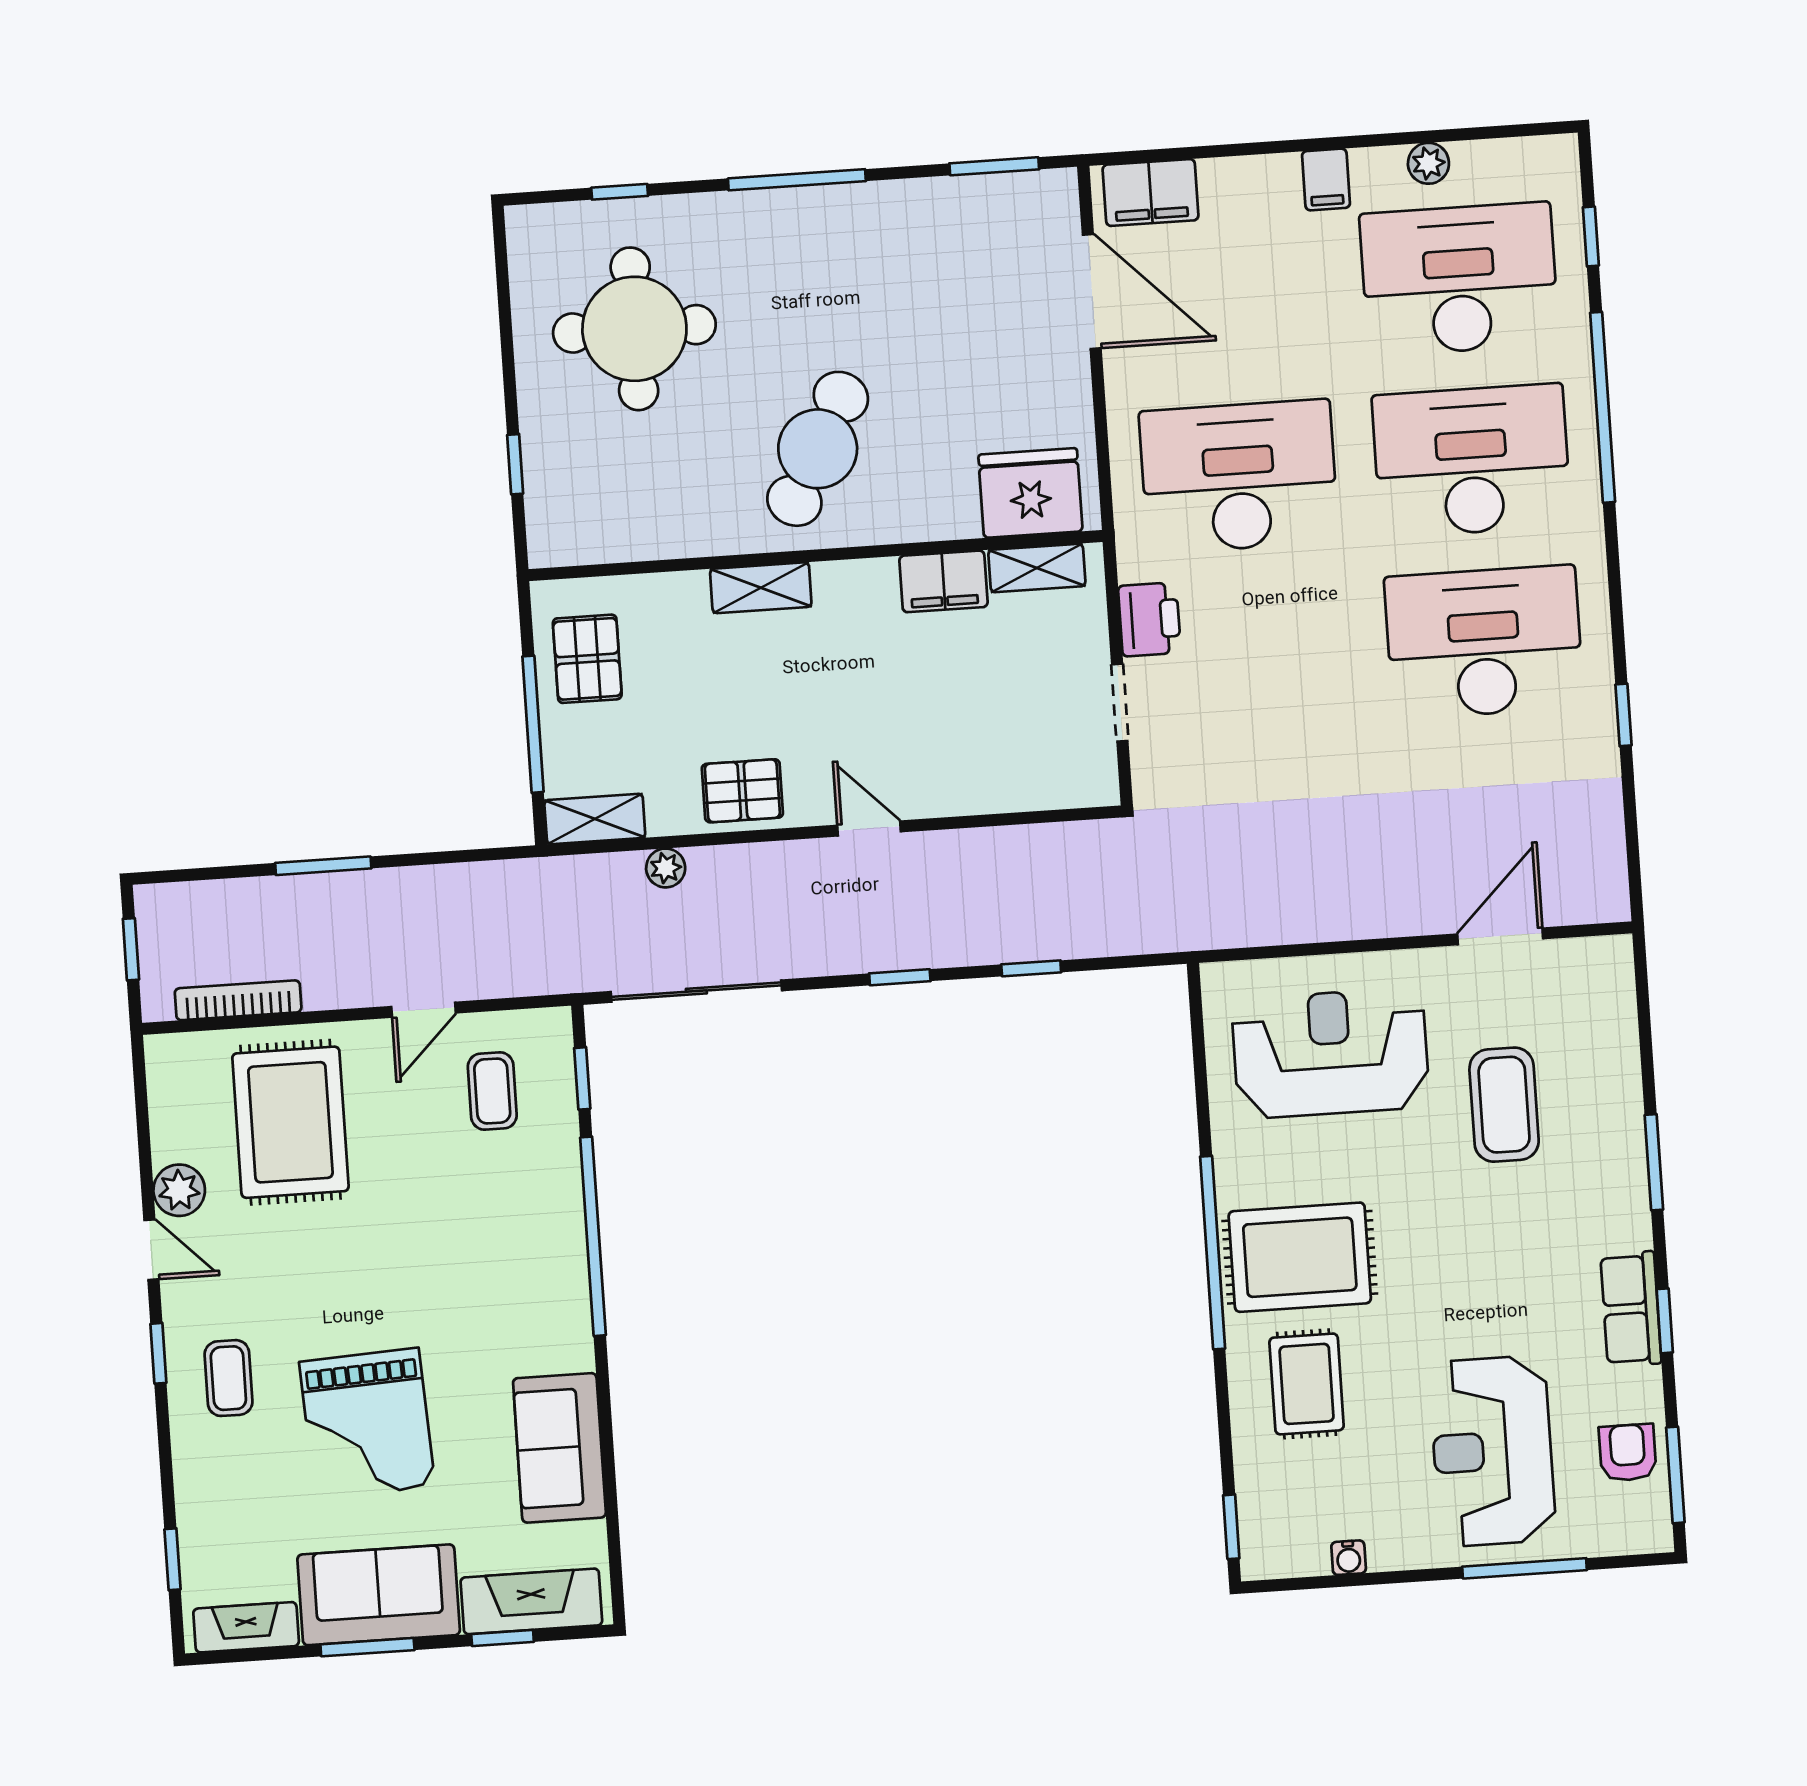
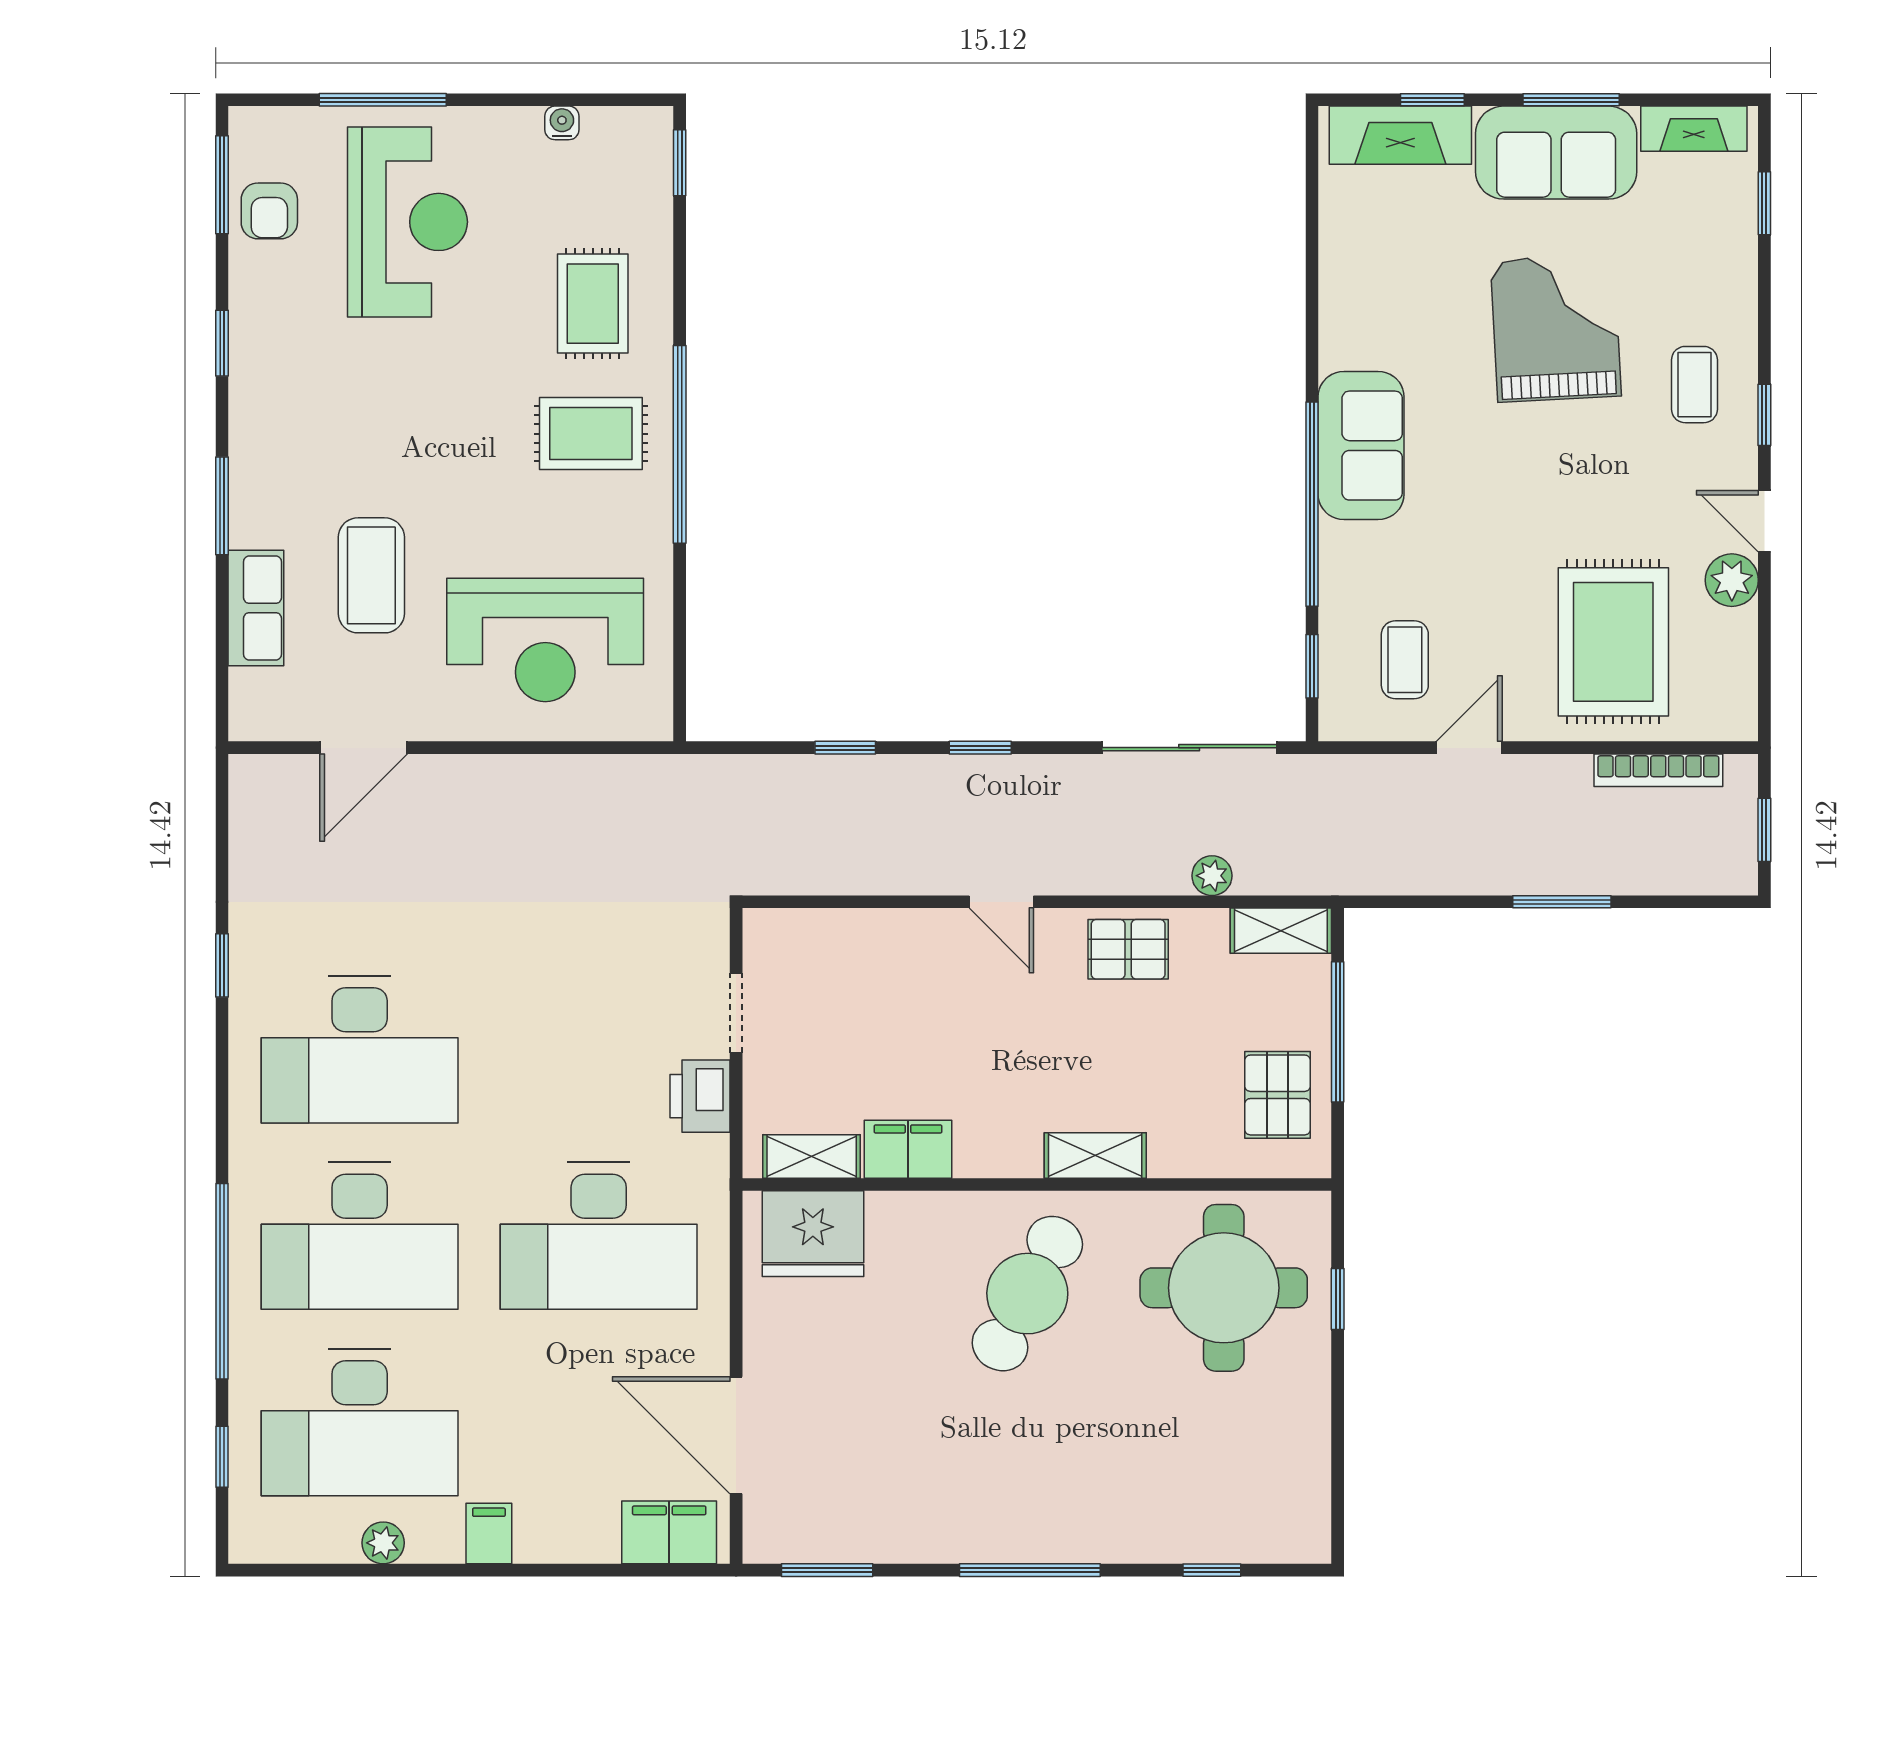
round table: (634, 329) -> (1224, 1288), moved
rug: (1300, 1257) -> (591, 434), width x0.73, depth x0.70
row of seats: (1631, 1309) -> (256, 608), moved
sofa: (559, 1448) -> (1361, 446), moved

